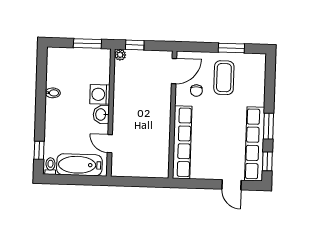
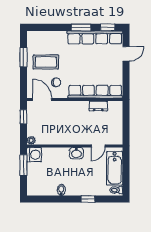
window: (135, 45) -> (23, 117), moved
washing machine: (100, 94) -> (34, 155), moved, turned -90
dresser: (163, 146) -> (98, 106), added
window: (39, 150) -> (88, 199), moved

